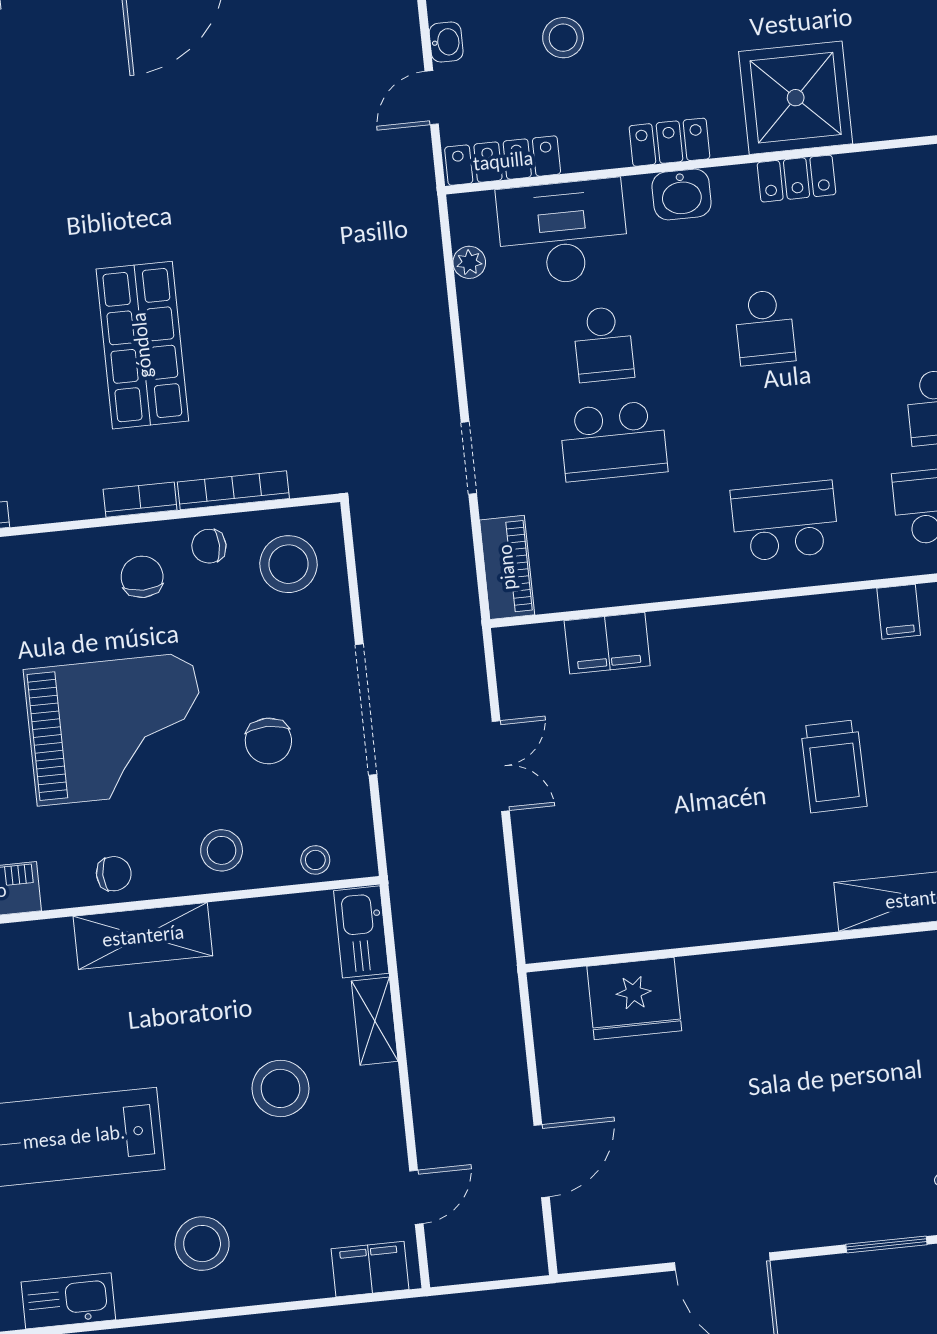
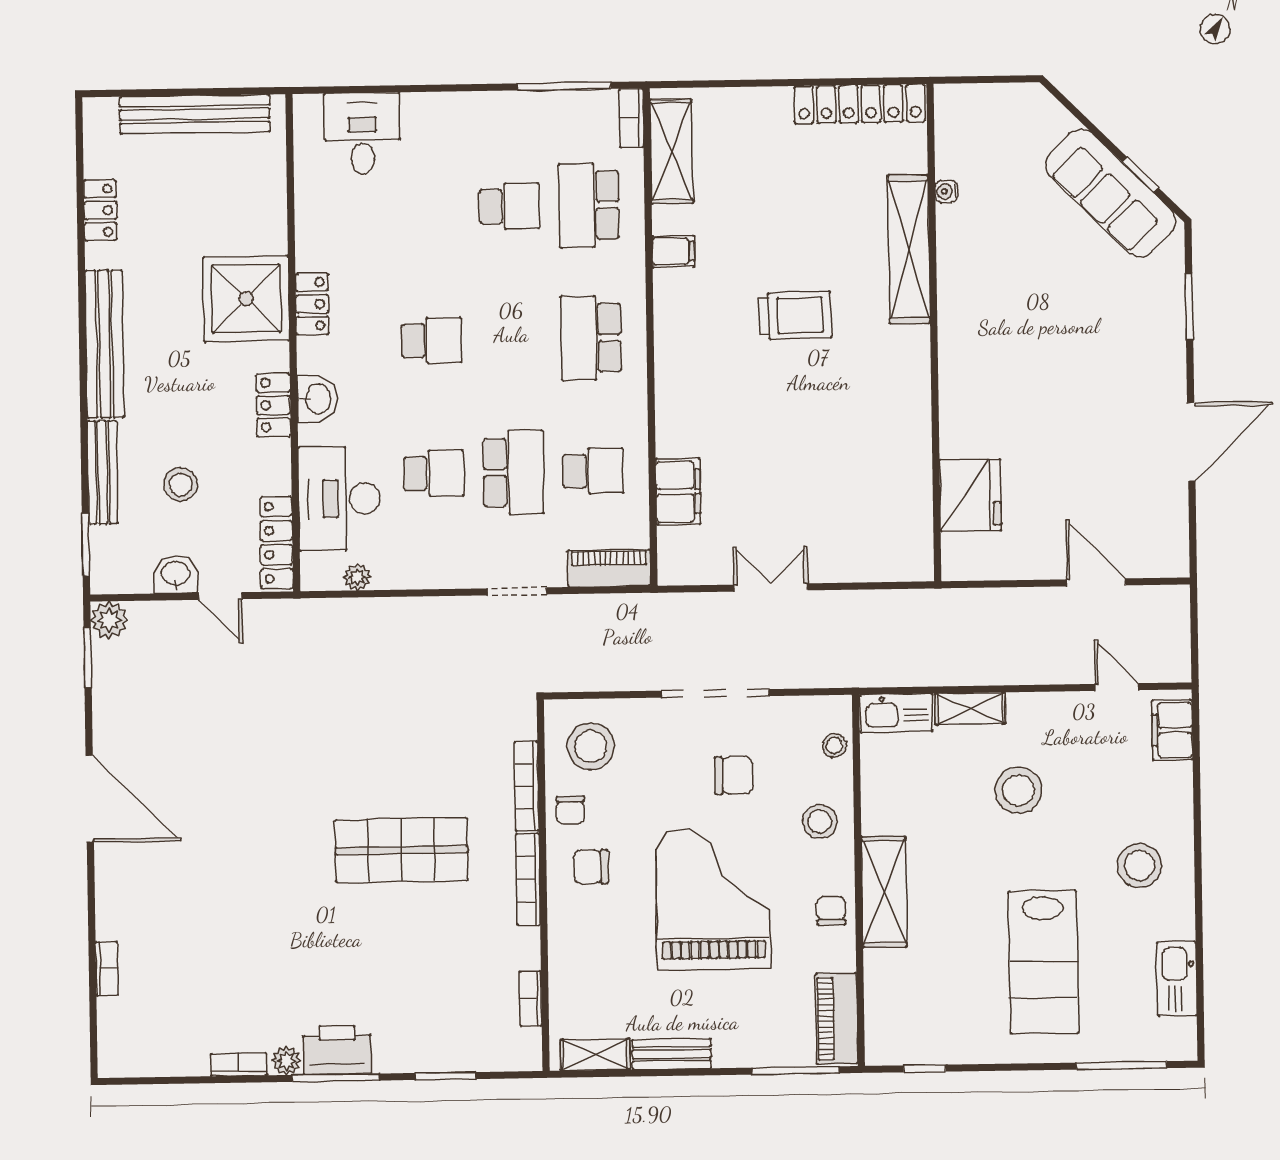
washbasin: (446, 42) -> (176, 574), width x1.38, depth x1.45
bookcase: (140, 500) -> (528, 879), width x1.56
school desk: (623, 538) -> (593, 471), added

